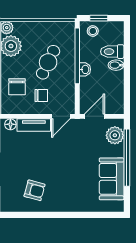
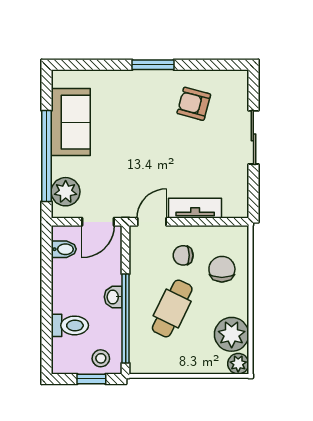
bidet: (116, 65) -> (64, 249), moved
floor lamp: (10, 124) -> (232, 209), removed
window: (60, 215) -> (153, 65), added

